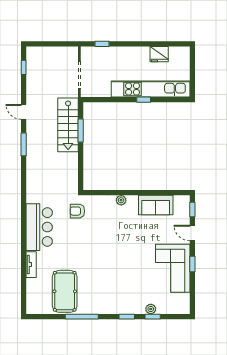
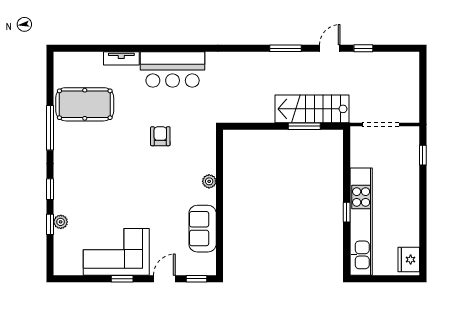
fridge: (159, 54) -> (409, 260), moved
window: (24, 67) -> (363, 48), moved
armchair: (77, 211) -> (160, 136), moved

